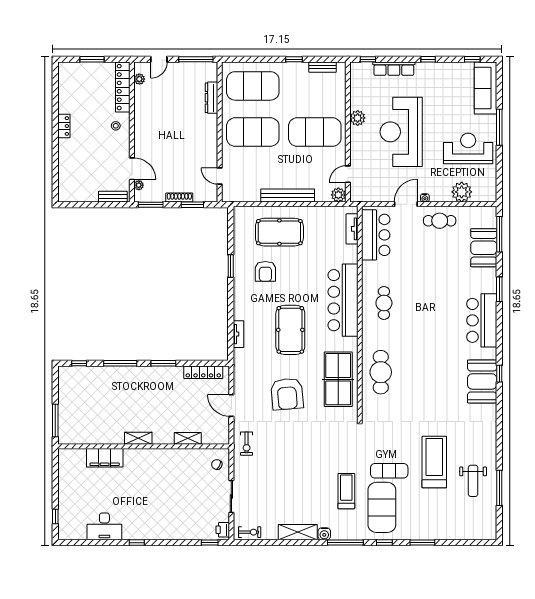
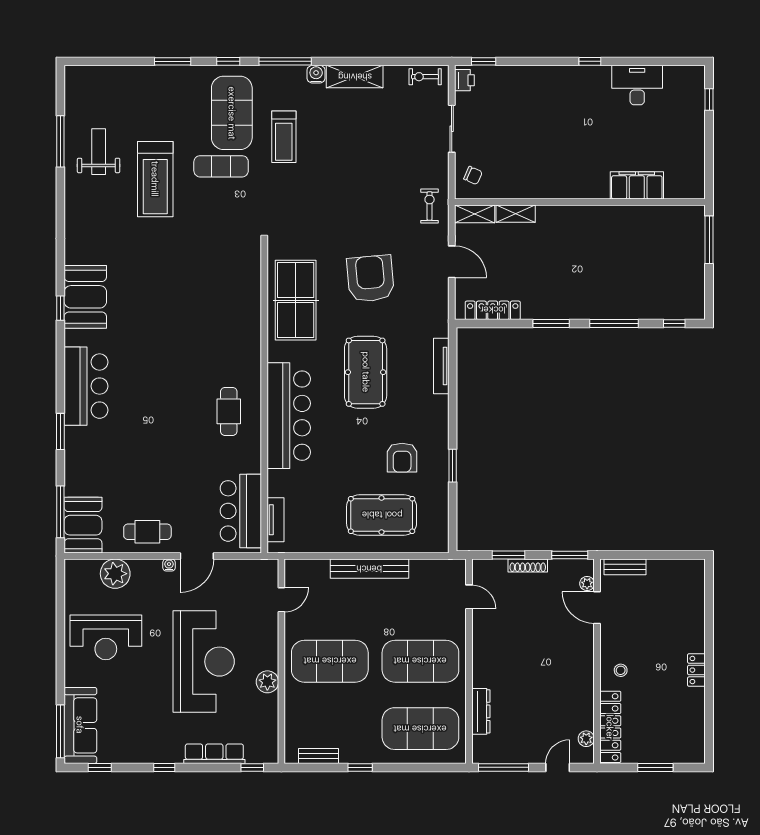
window: (499, 127) -> (60, 731), moved
plant: (338, 195) -> (295, 569), removed
booth: (484, 248) -> (83, 525), moved
armchair: (265, 271) -> (402, 458), turned 180
tv unit: (239, 334) -> (441, 366), width x1.41
cafe table: (381, 372) -> (233, 310), removed
shelving: (138, 438) -> (475, 214), moved

